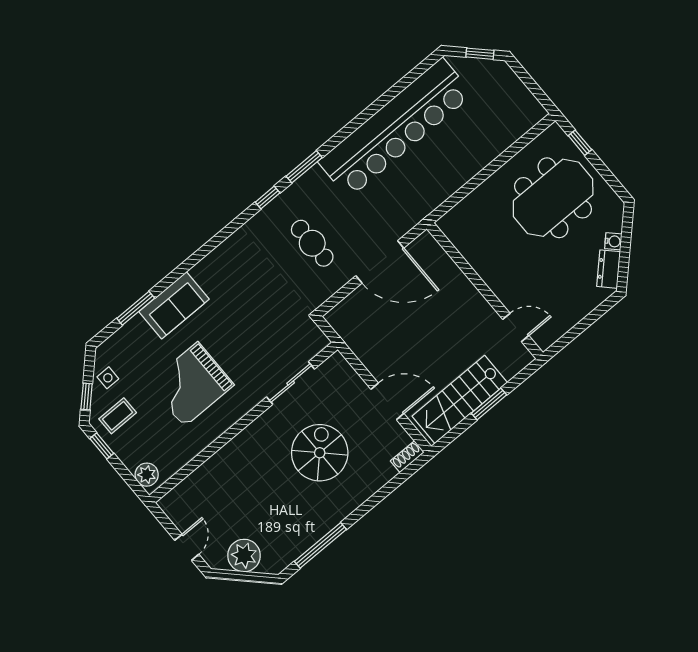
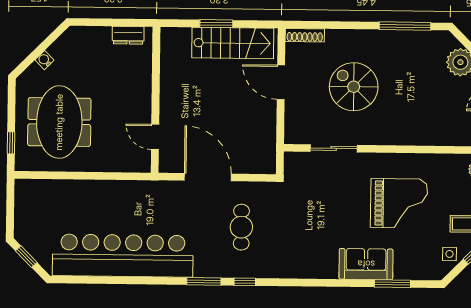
meeting table: (553, 198) -> (59, 122), turned 90
dresser: (609, 269) -> (128, 35), moved, turned 45
door: (516, 327) -> (155, 137), moved
spiral stairs: (320, 453) -> (354, 87), turned 90
shoe rack: (407, 457) -> (305, 35), width x1.43

